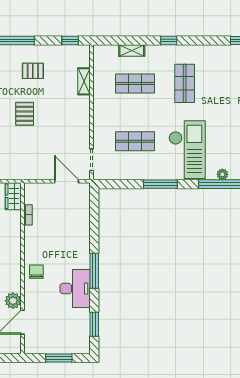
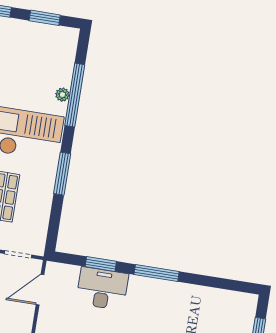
desk: (75, 289) -> (102, 289), moved
window: (94, 324) -> (101, 264), moved

